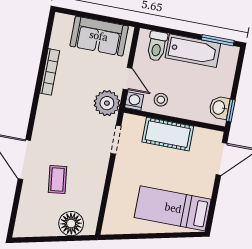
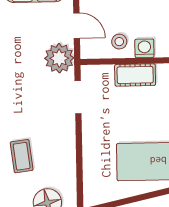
washing machine: (134, 101) -> (144, 48), moved
cot: (168, 134) -> (135, 75), width x0.73, depth x0.75

